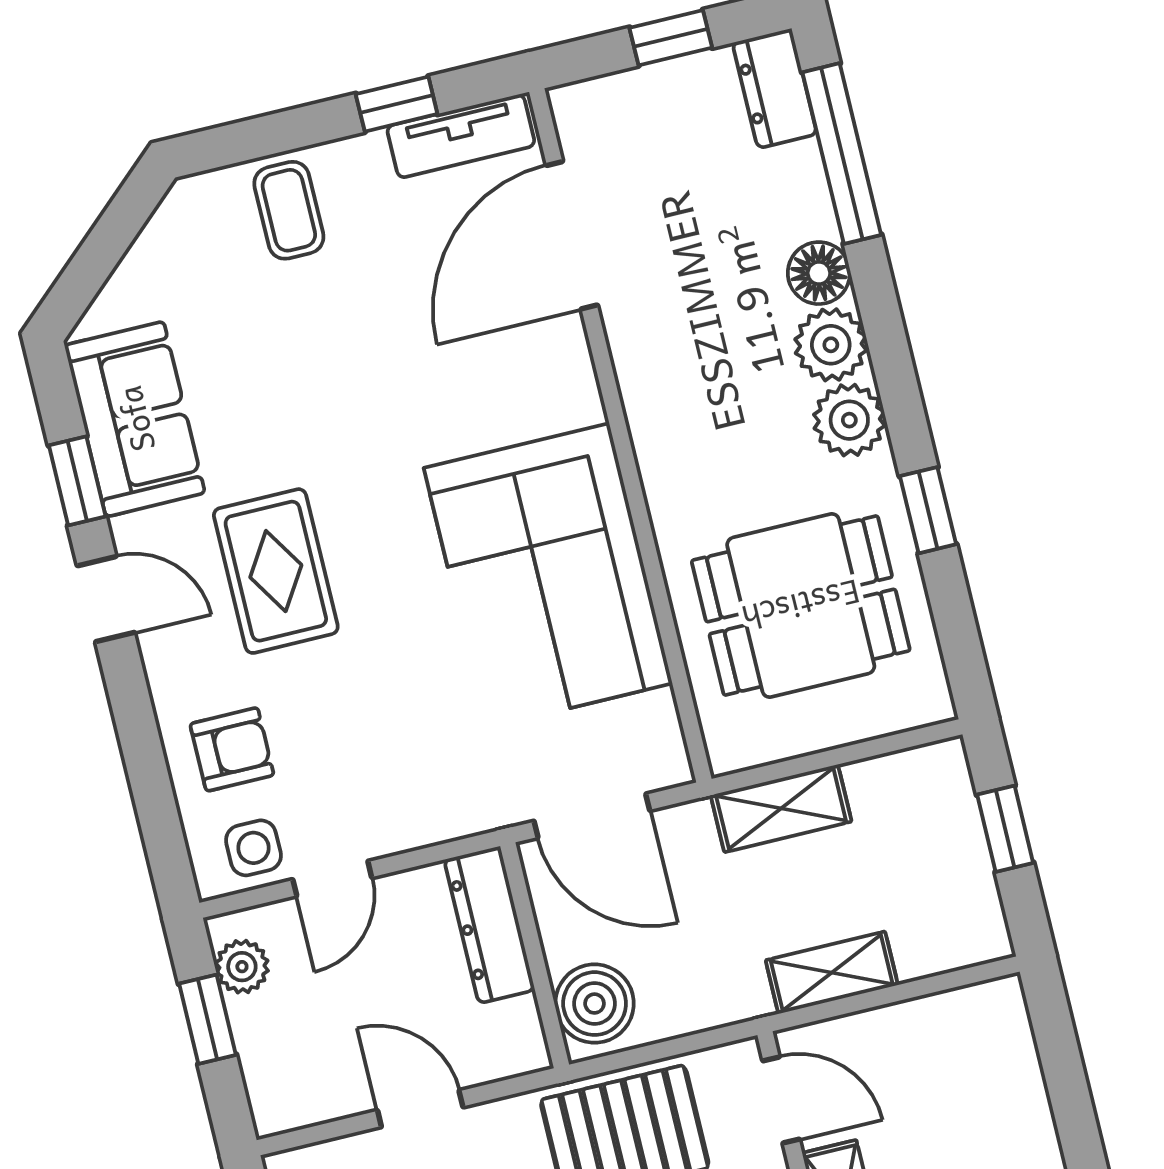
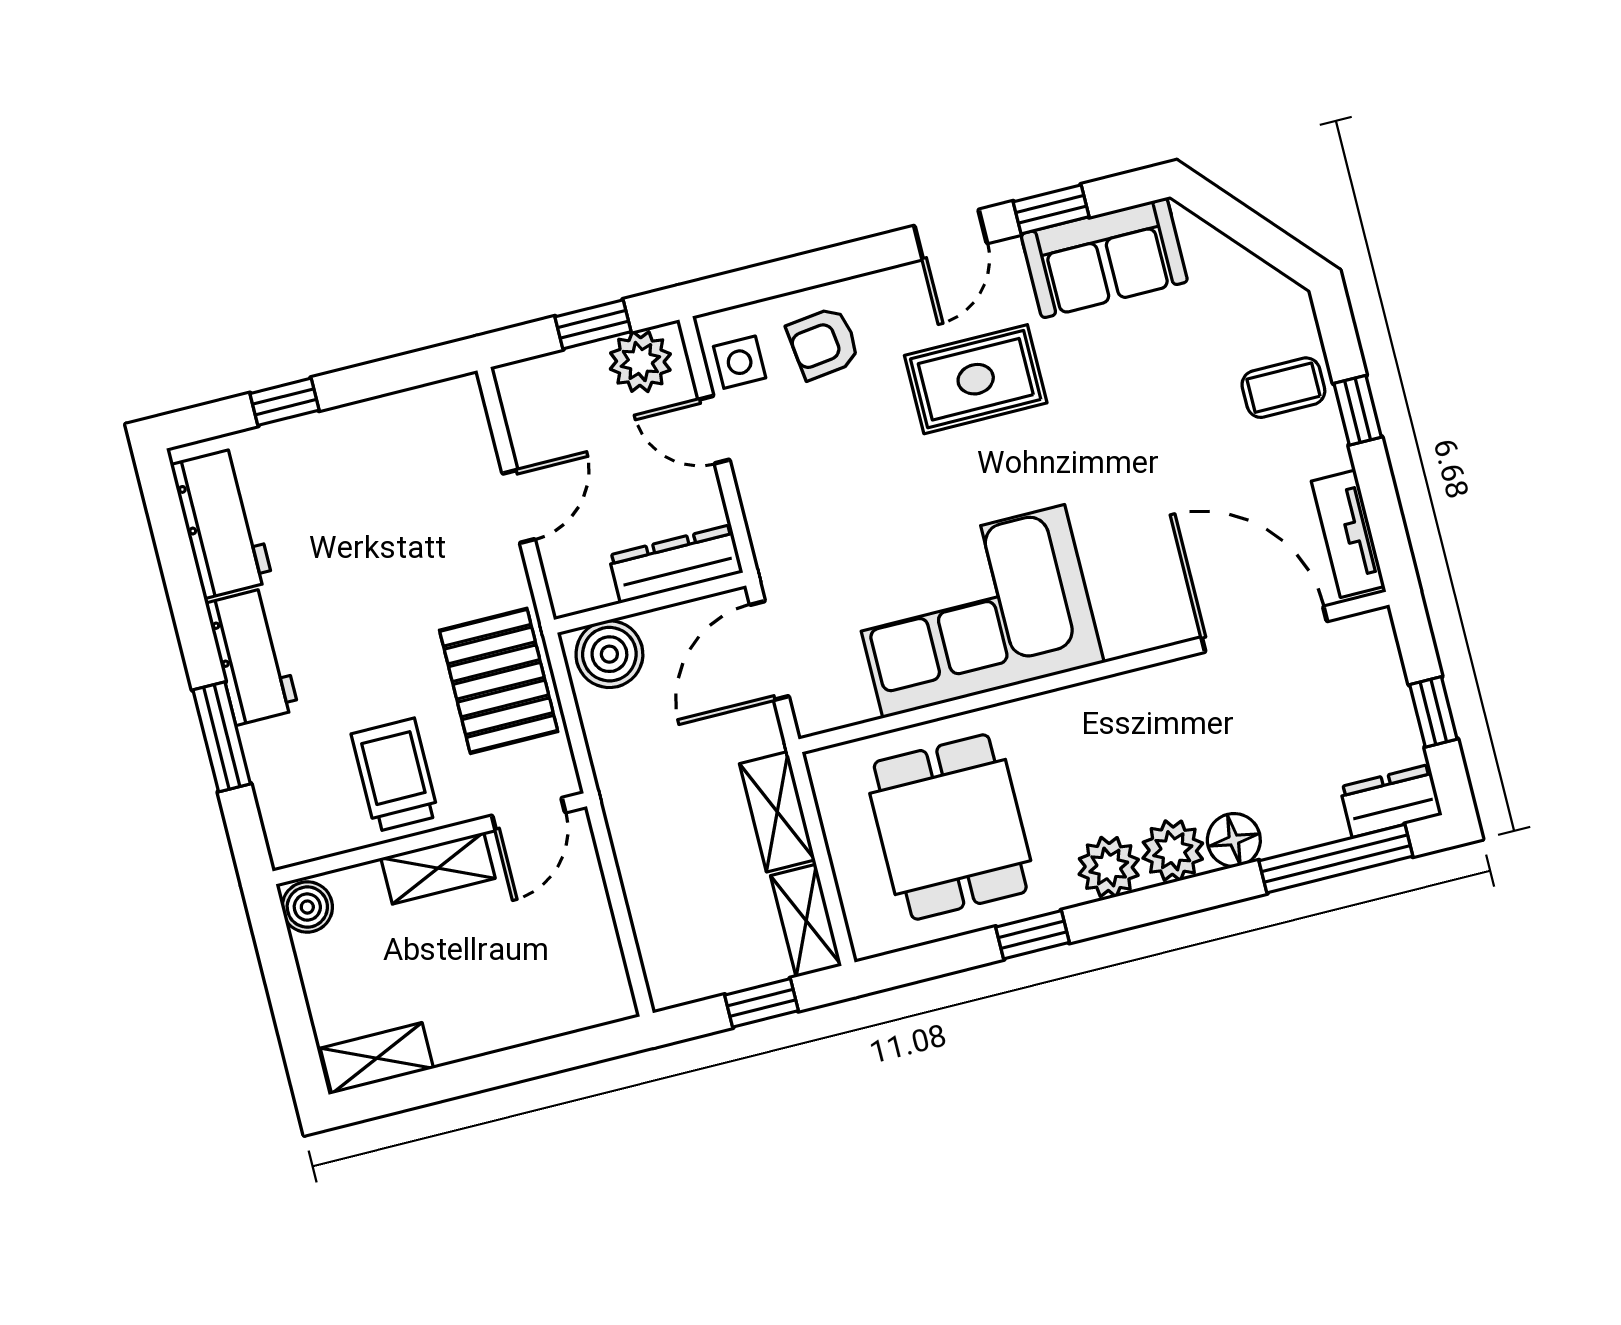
window: (397, 104) -> (1358, 410), moved
armchair: (232, 749) -> (823, 343), turned 83
plant: (242, 967) -> (640, 362), width x1.38, depth x1.38
shelving: (832, 973) -> (806, 921), moved

